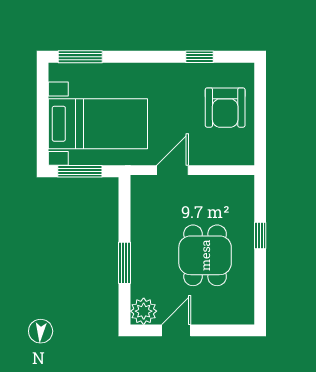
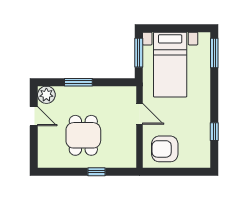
armchair: (225, 108) -> (165, 149), moved
dining table: (205, 255) -> (83, 135), turned 90

